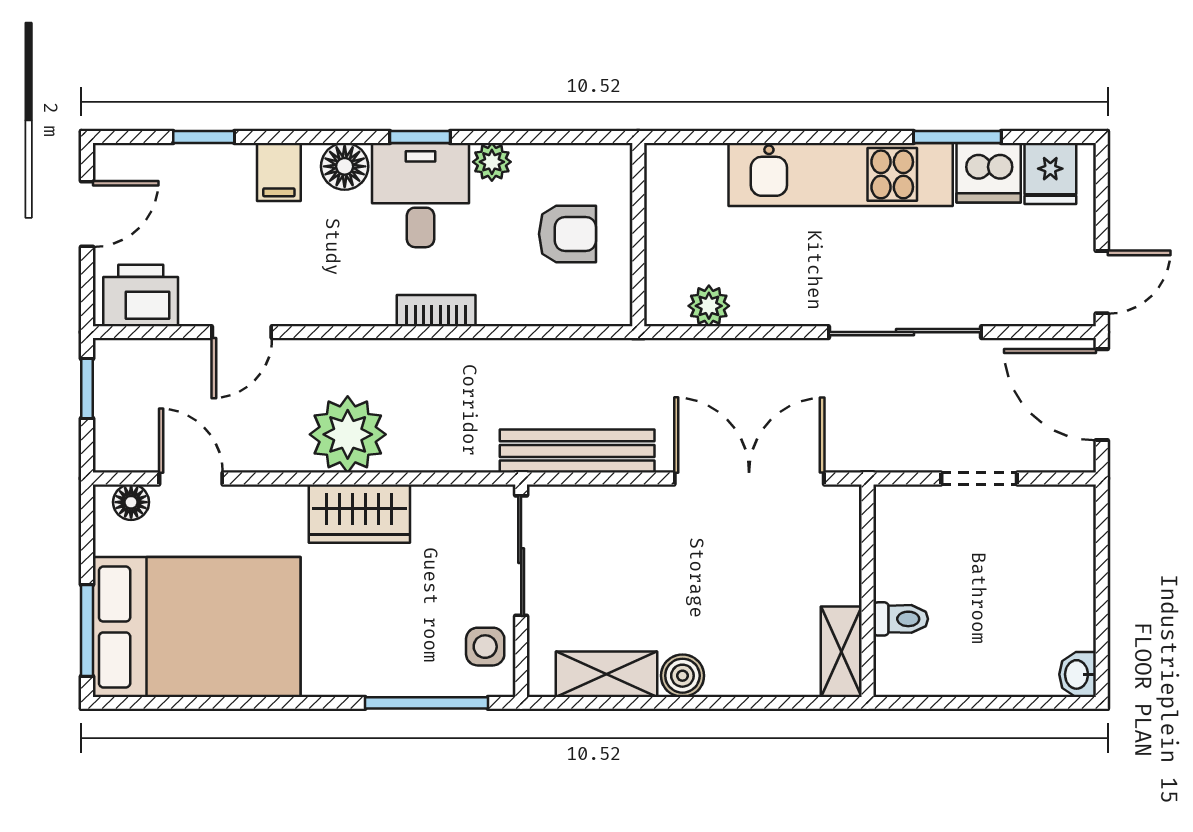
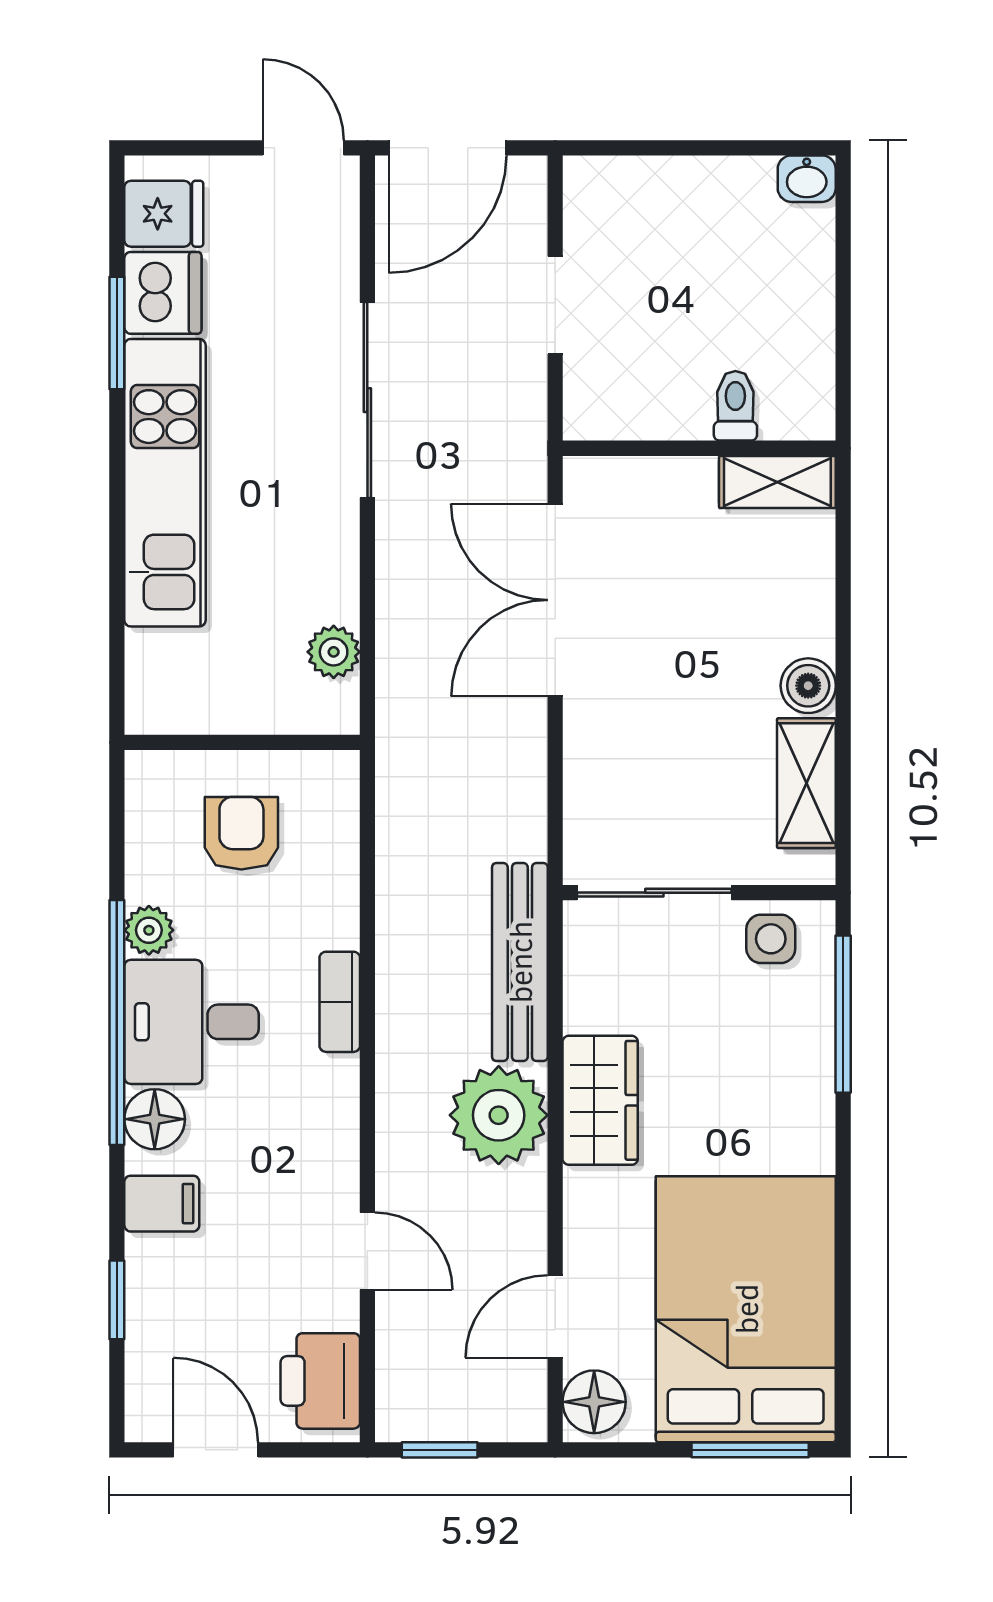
window: (420, 137) -> (117, 1023), width x3.17
bench: (577, 451) -> (520, 962), moved
floor lamp: (131, 502) -> (594, 1402), width x1.37, depth x1.37

